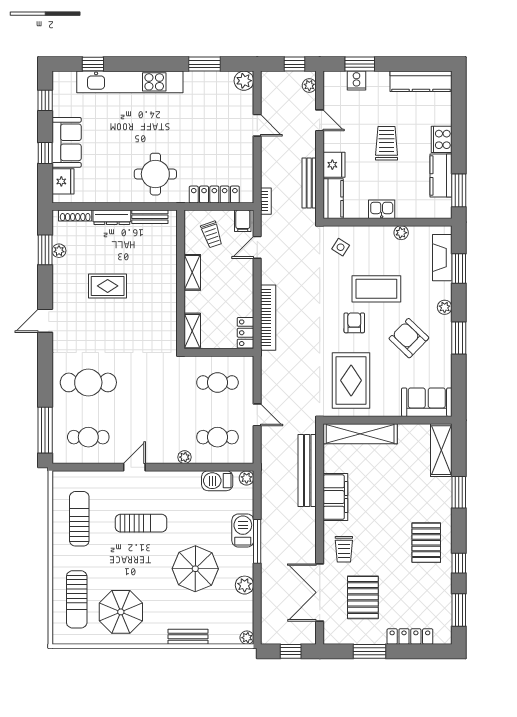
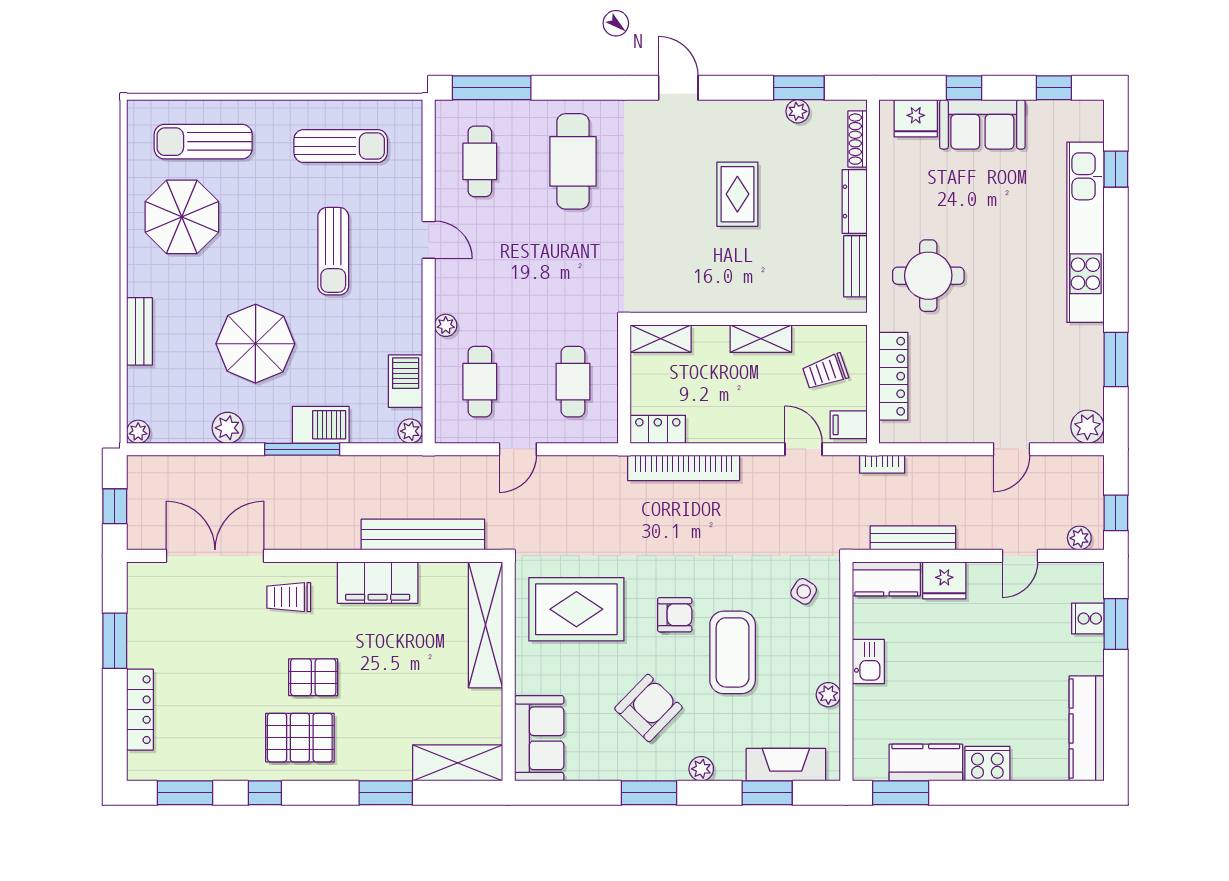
trolley: (387, 143) -> (981, 670), removed
pallet: (363, 597) -> (313, 677), moved, width x0.67, depth x0.71

